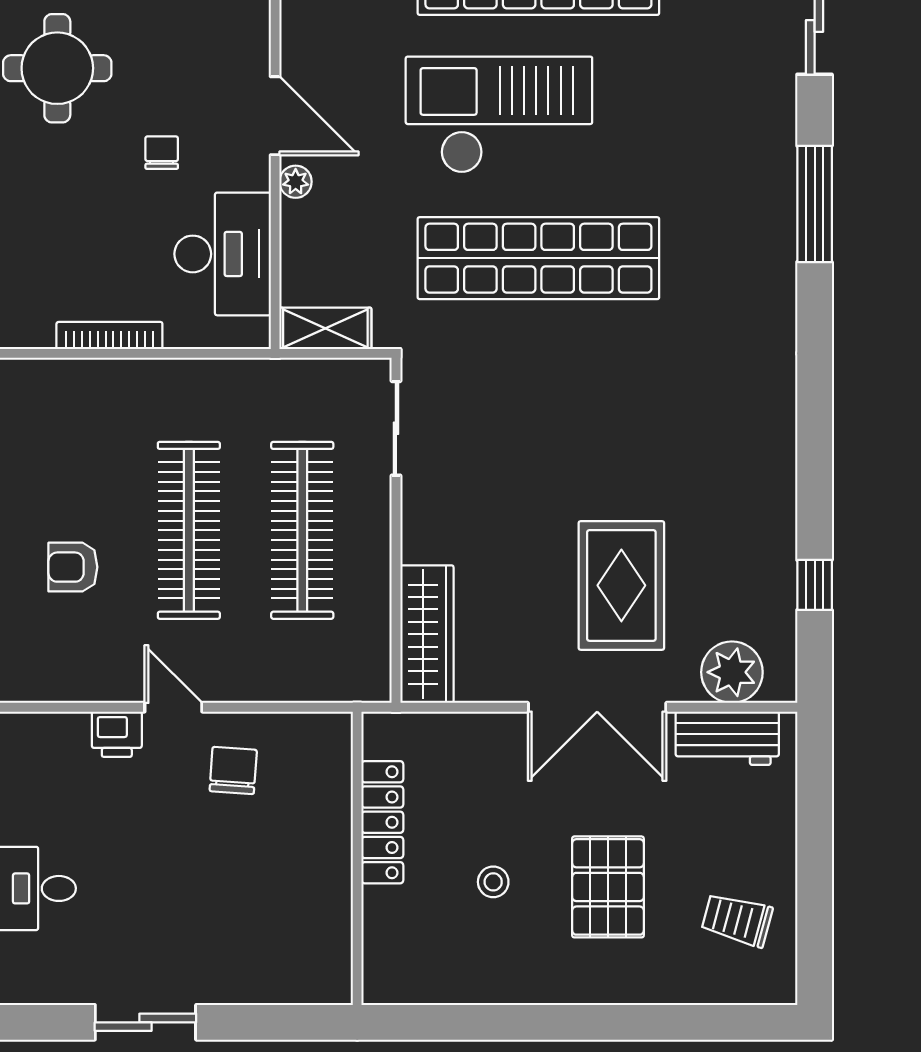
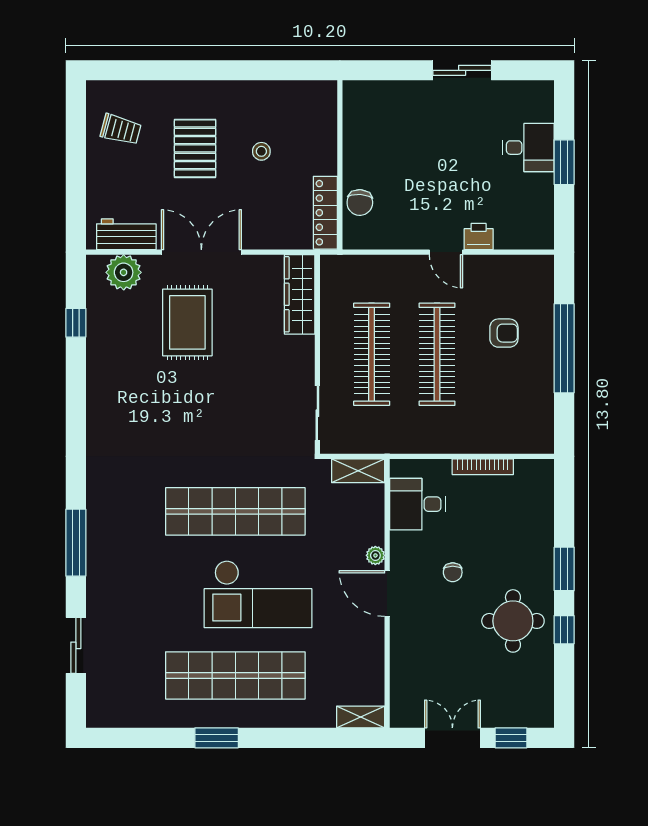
desk: (223, 254) -> (418, 504), width x0.73
chair: (233, 770) -> (360, 203), moved
locker: (382, 822) -> (325, 213), moved

